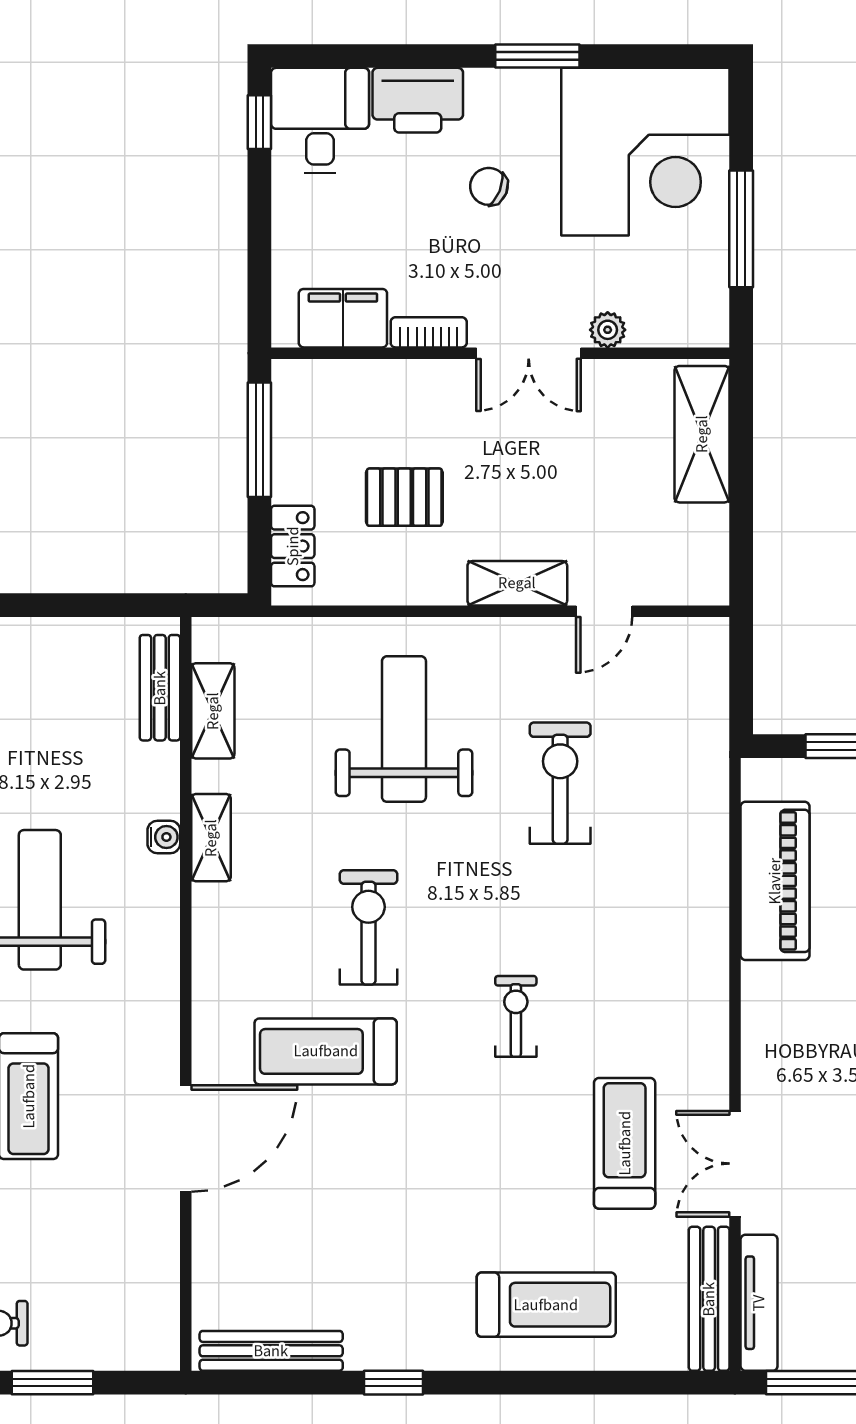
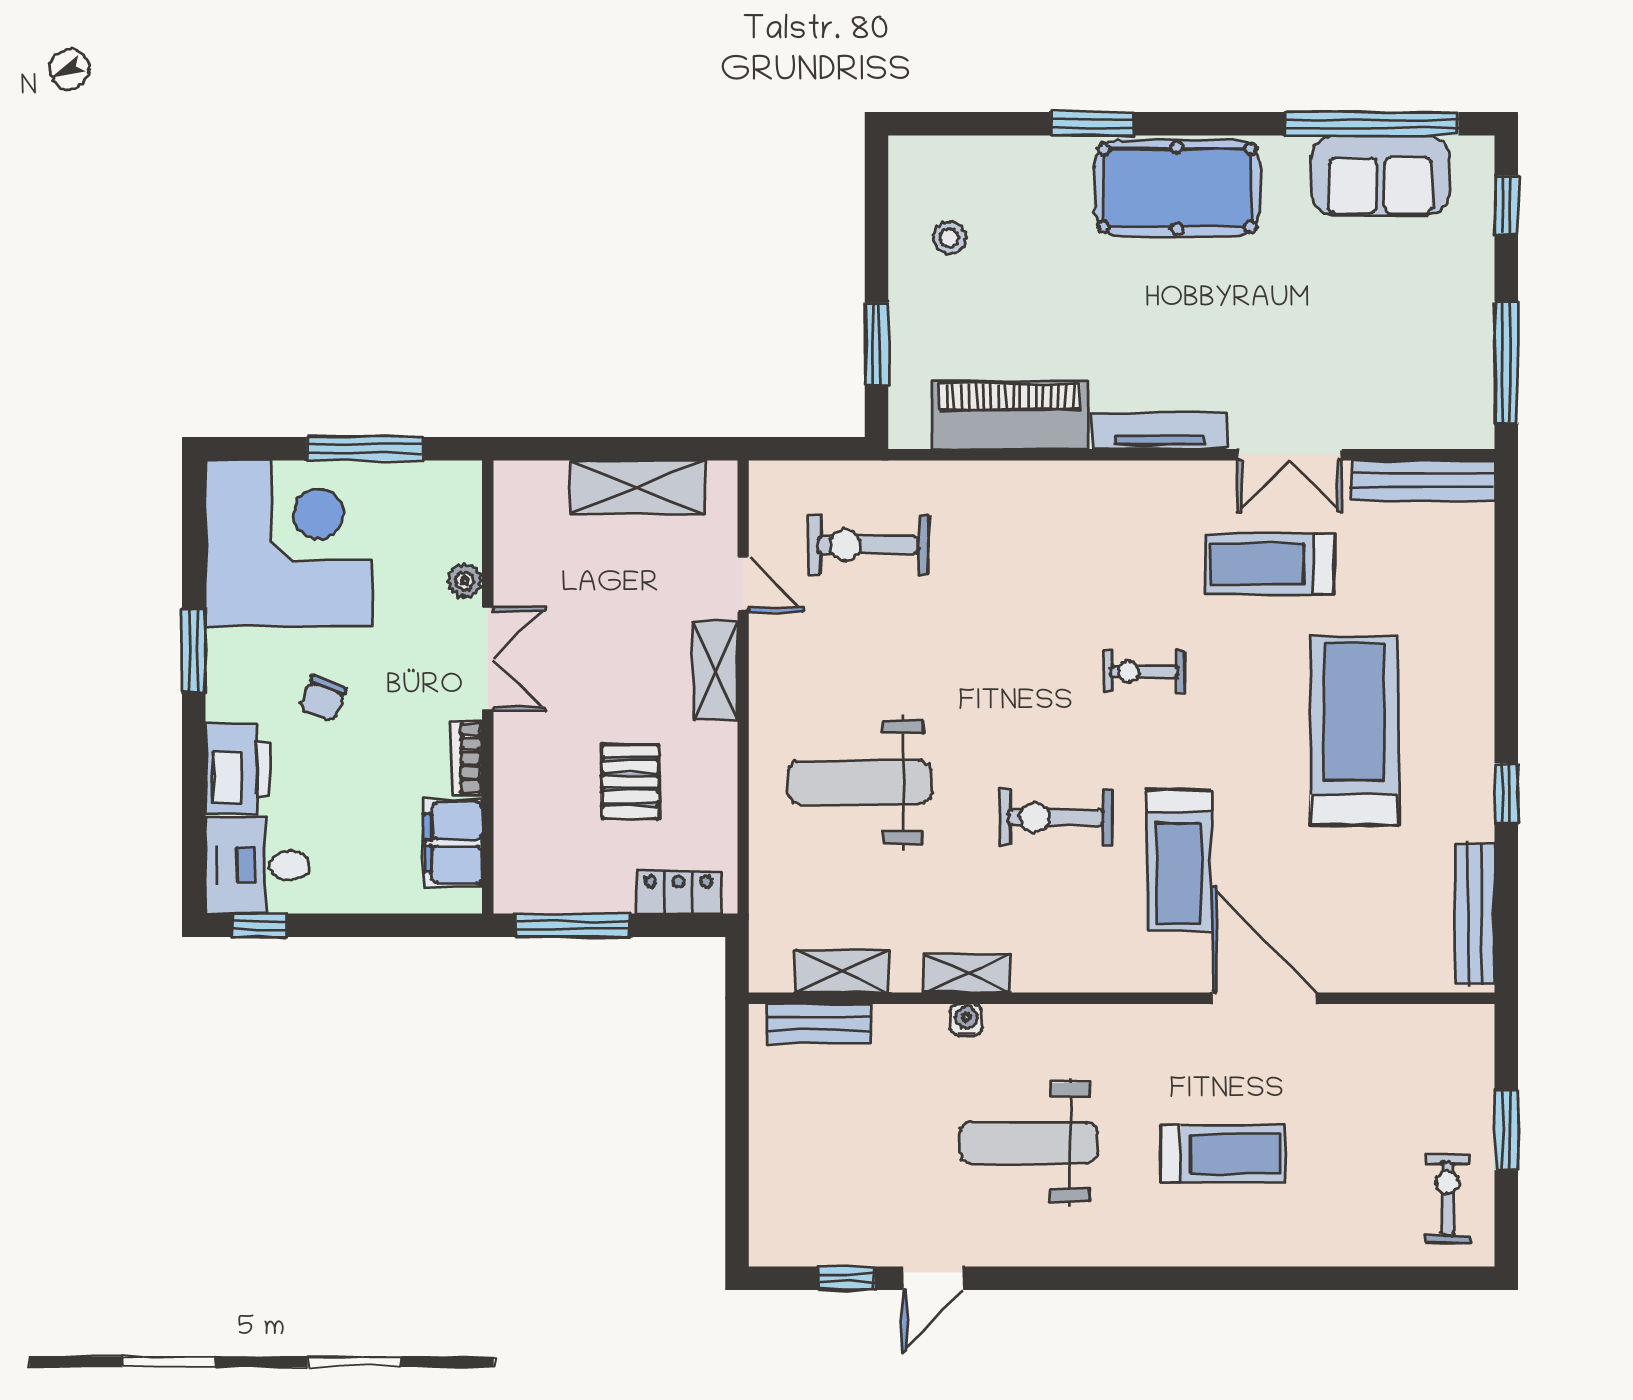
shelving: (702, 434) -> (637, 487), moved
exercise bike: (560, 783) -> (868, 545), moved
tv unit: (759, 1303) -> (1159, 431), moved
treadmill: (546, 1305) -> (1354, 731), moved, width x1.37, depth x1.38

